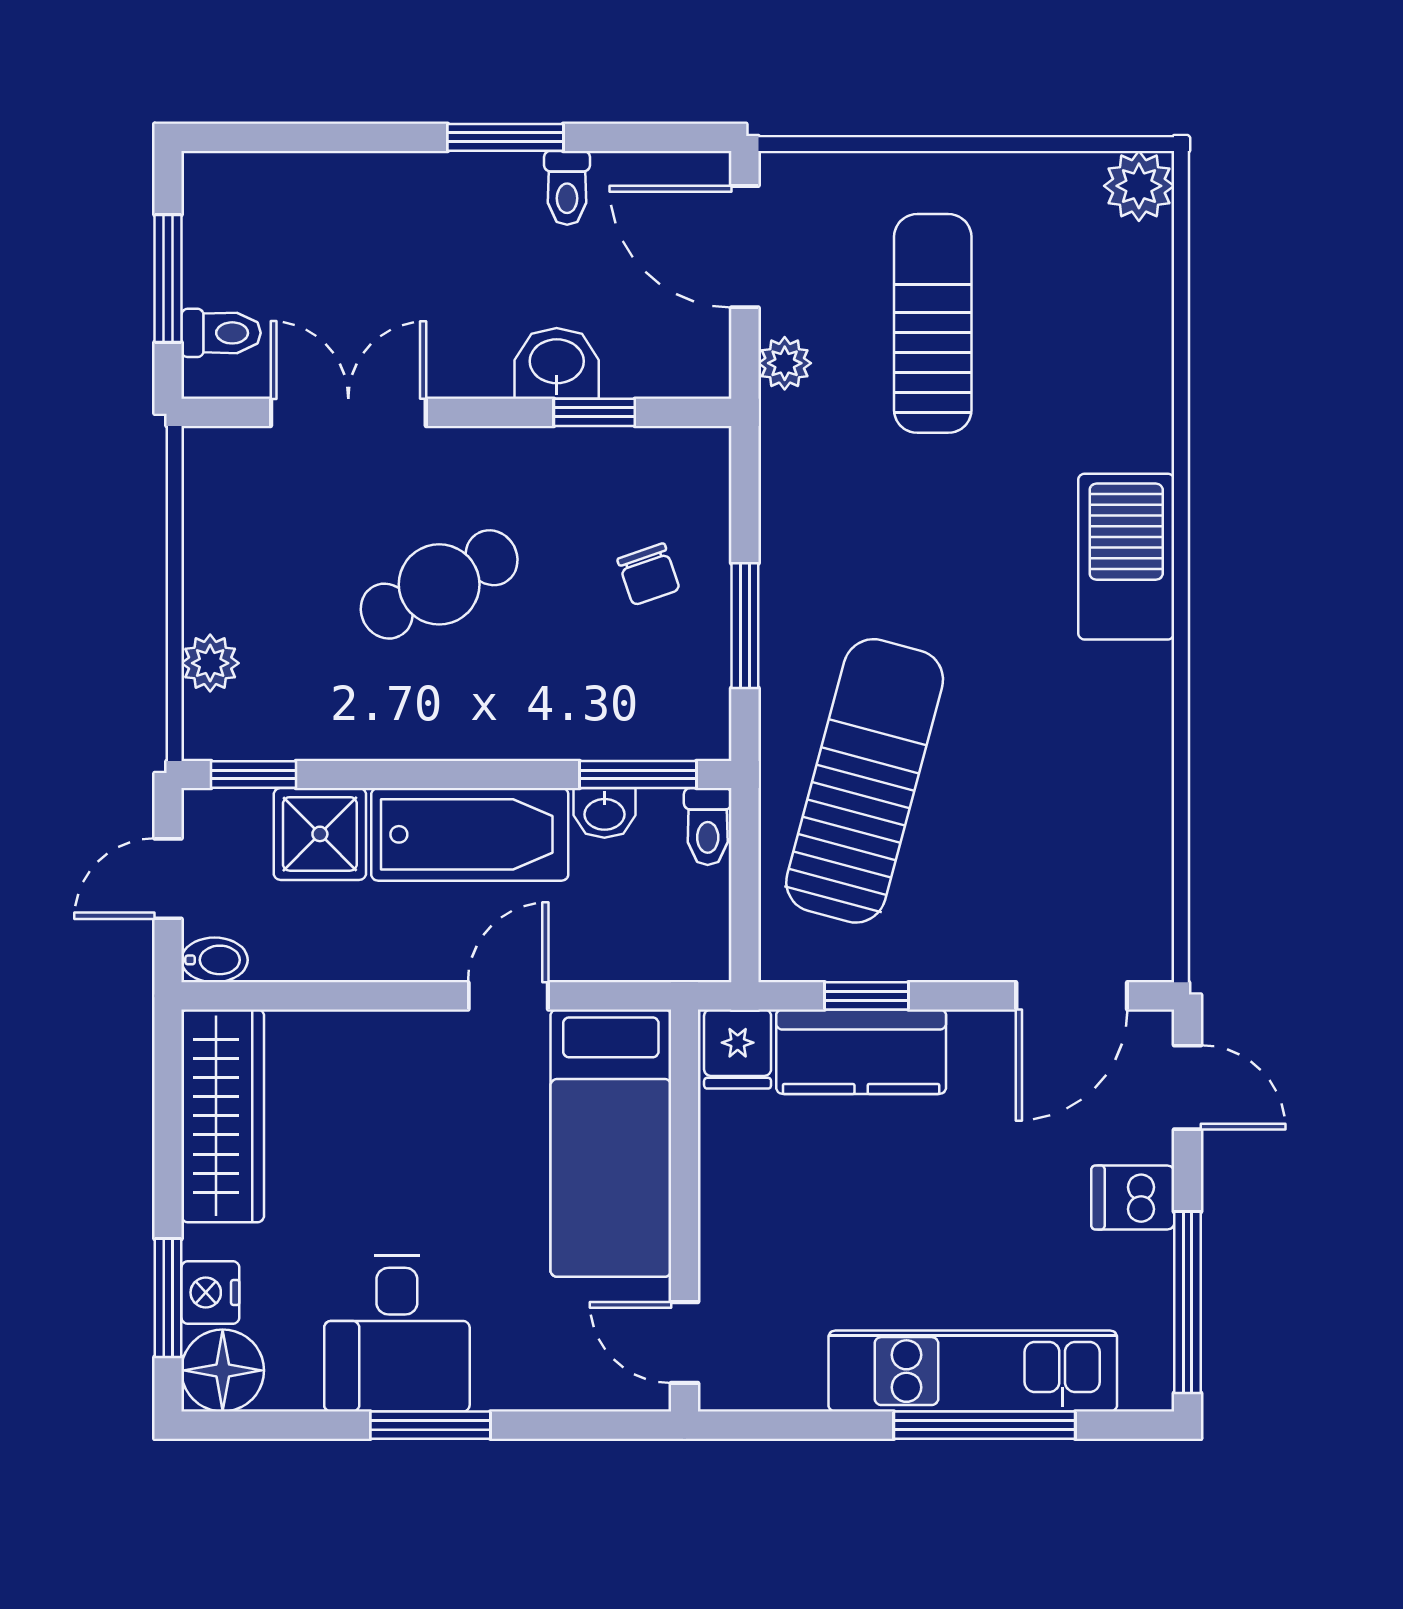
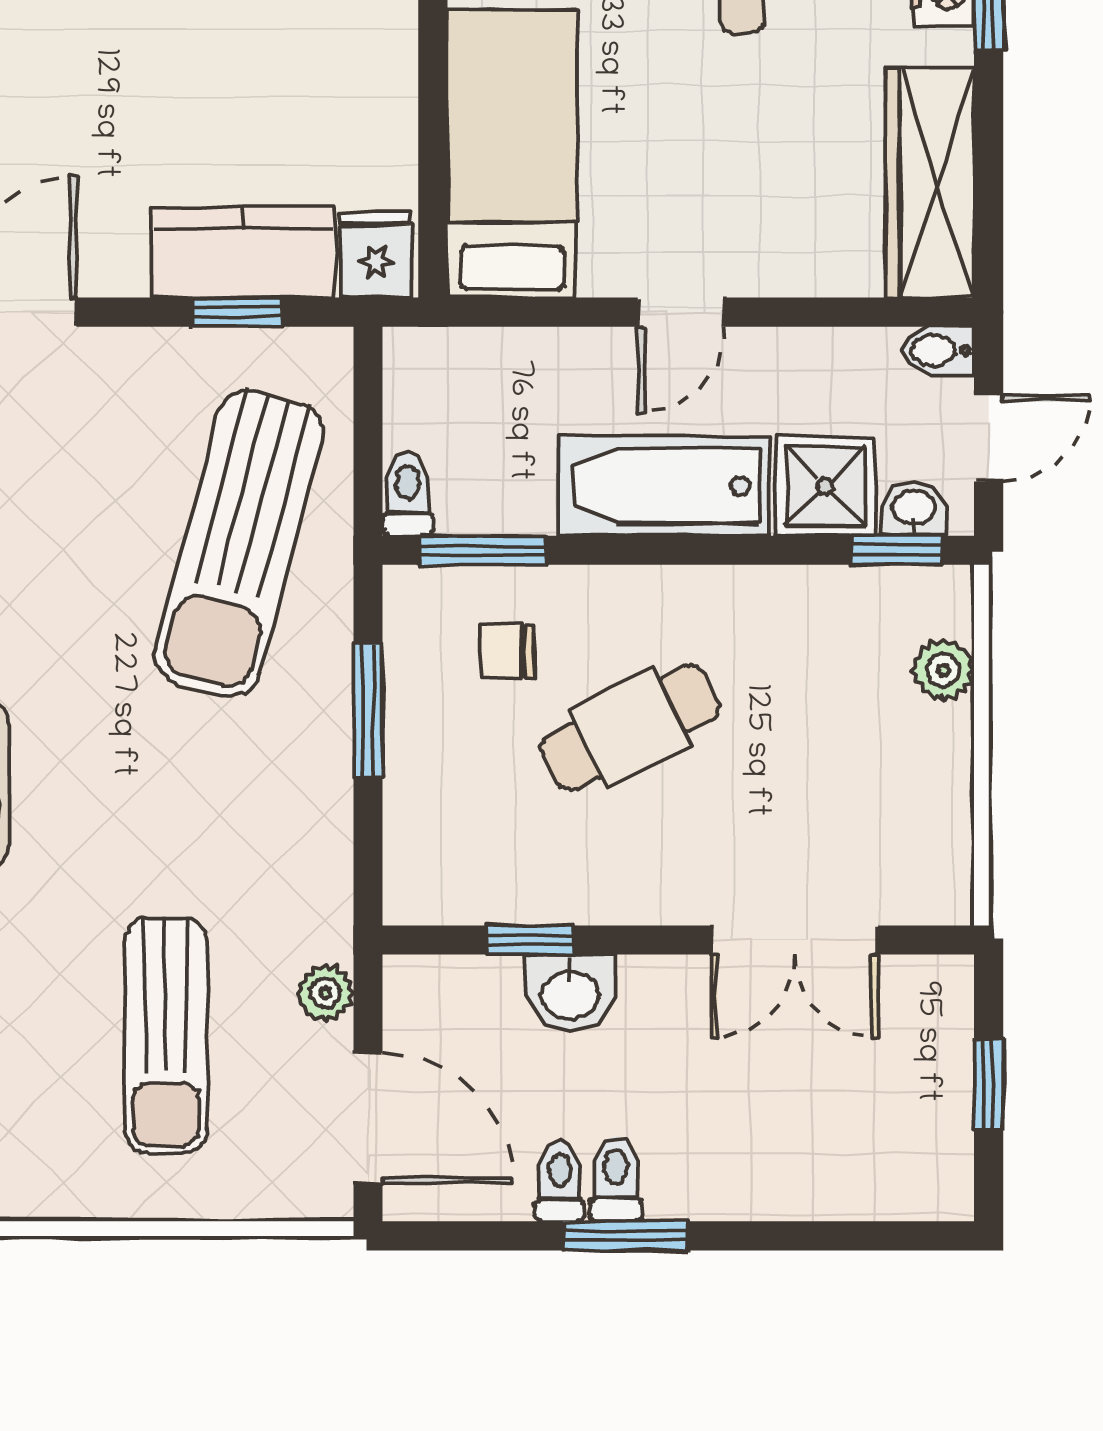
window: (168, 278) -> (989, 1084), width x0.67
toilet: (221, 333) -> (616, 1179), moved, turned 90
chair: (649, 574) -> (507, 651), moved, turned -71
cafe table: (439, 584) -> (630, 727), moved
washbasin: (604, 813) -> (914, 509), moved
door: (508, 996) -> (681, 312), moved

